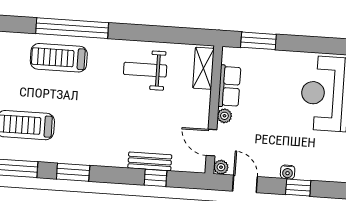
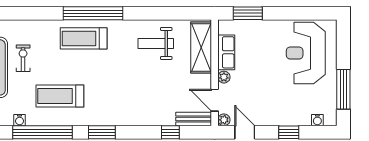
shelving: (203, 68) -> (201, 48), width x1.50, depth x1.33
bench: (150, 161) -> (194, 119), moved
water cooler: (288, 172) -> (317, 120), moved

